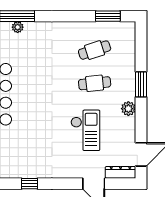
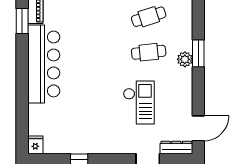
plant: (128, 109) -> (185, 59), moved

